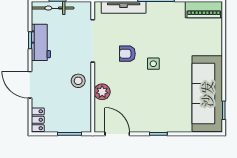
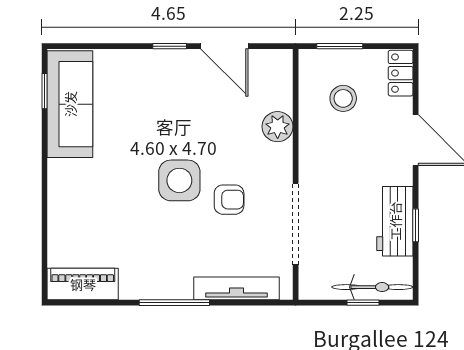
side table: (153, 64) -> (179, 180), width x1.87, depth x1.87
stool: (78, 81) -> (343, 98), moved
sofa: (207, 94) -> (70, 104), width x0.74, depth x0.79
door: (117, 134) -> (224, 46), moved

